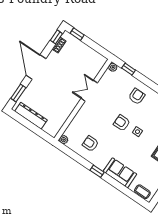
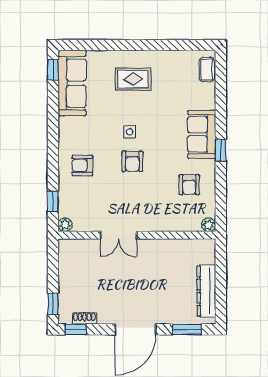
sofa: (120, 173) -> (202, 134), moved

